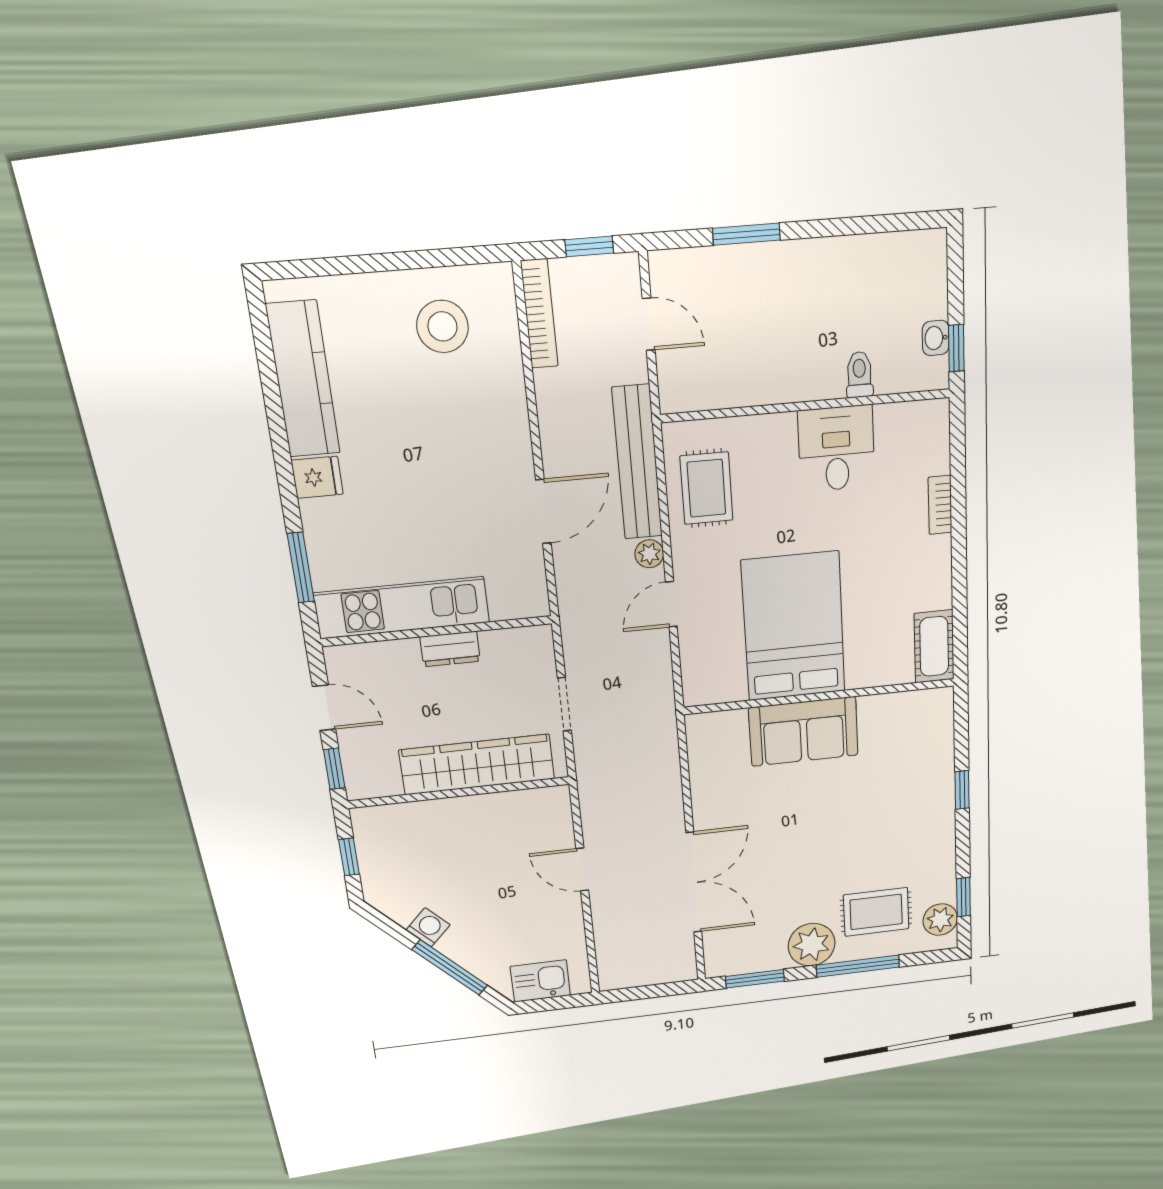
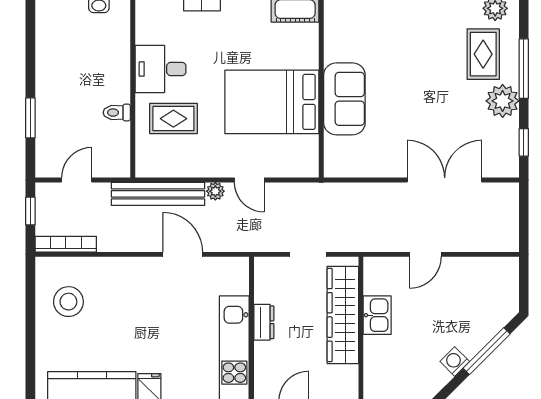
toilet: (859, 375) -> (117, 113), moved
rug: (706, 488) -> (173, 119), moved
window: (755, 979) -> (524, 142), width x0.67
kitchen sink: (540, 981) -> (377, 315), moved, turned 180

